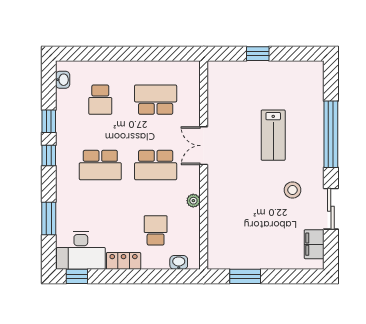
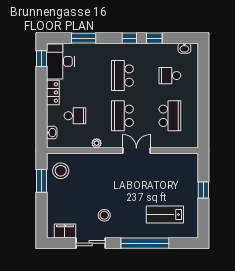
lab bench: (273, 135) -> (165, 215), moved
stool: (231, 250) -> (61, 171), added

